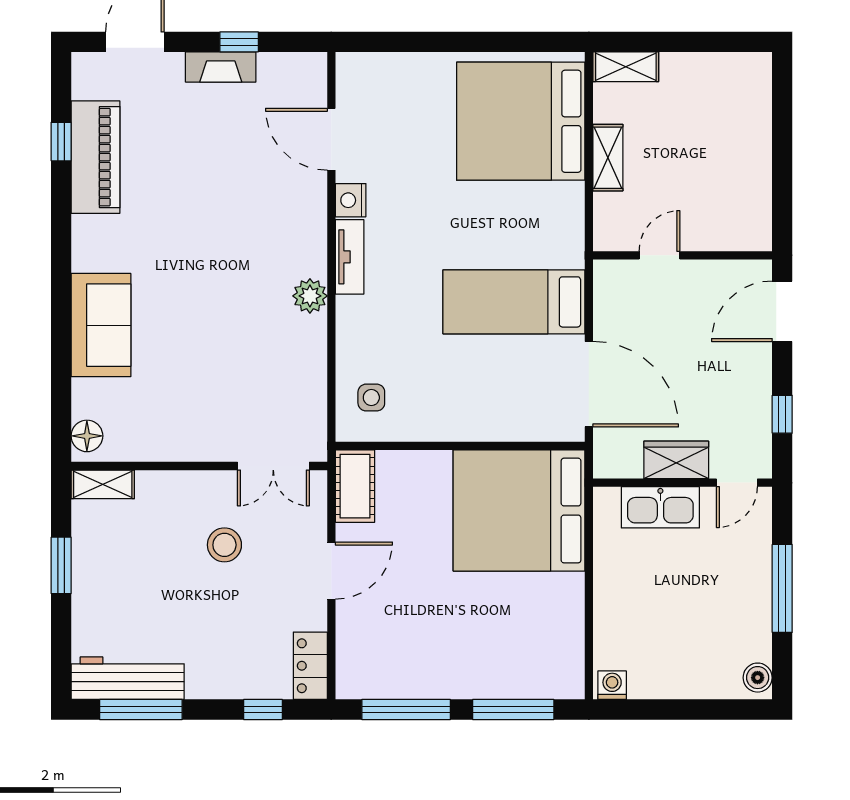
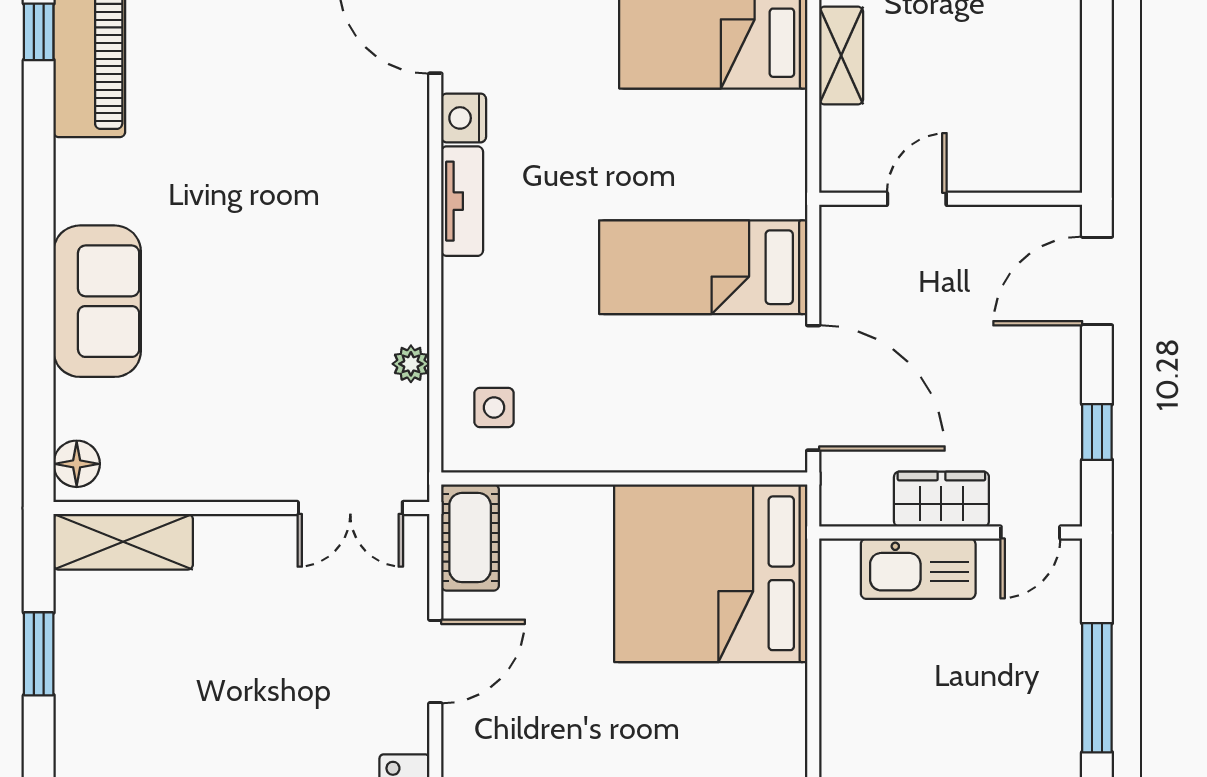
plant: (310, 296) -> (411, 364), moved, width x0.73, depth x0.73
shelving: (103, 484) -> (123, 542), width x1.50, depth x1.33
stool: (224, 545) -> (278, 624), removed

